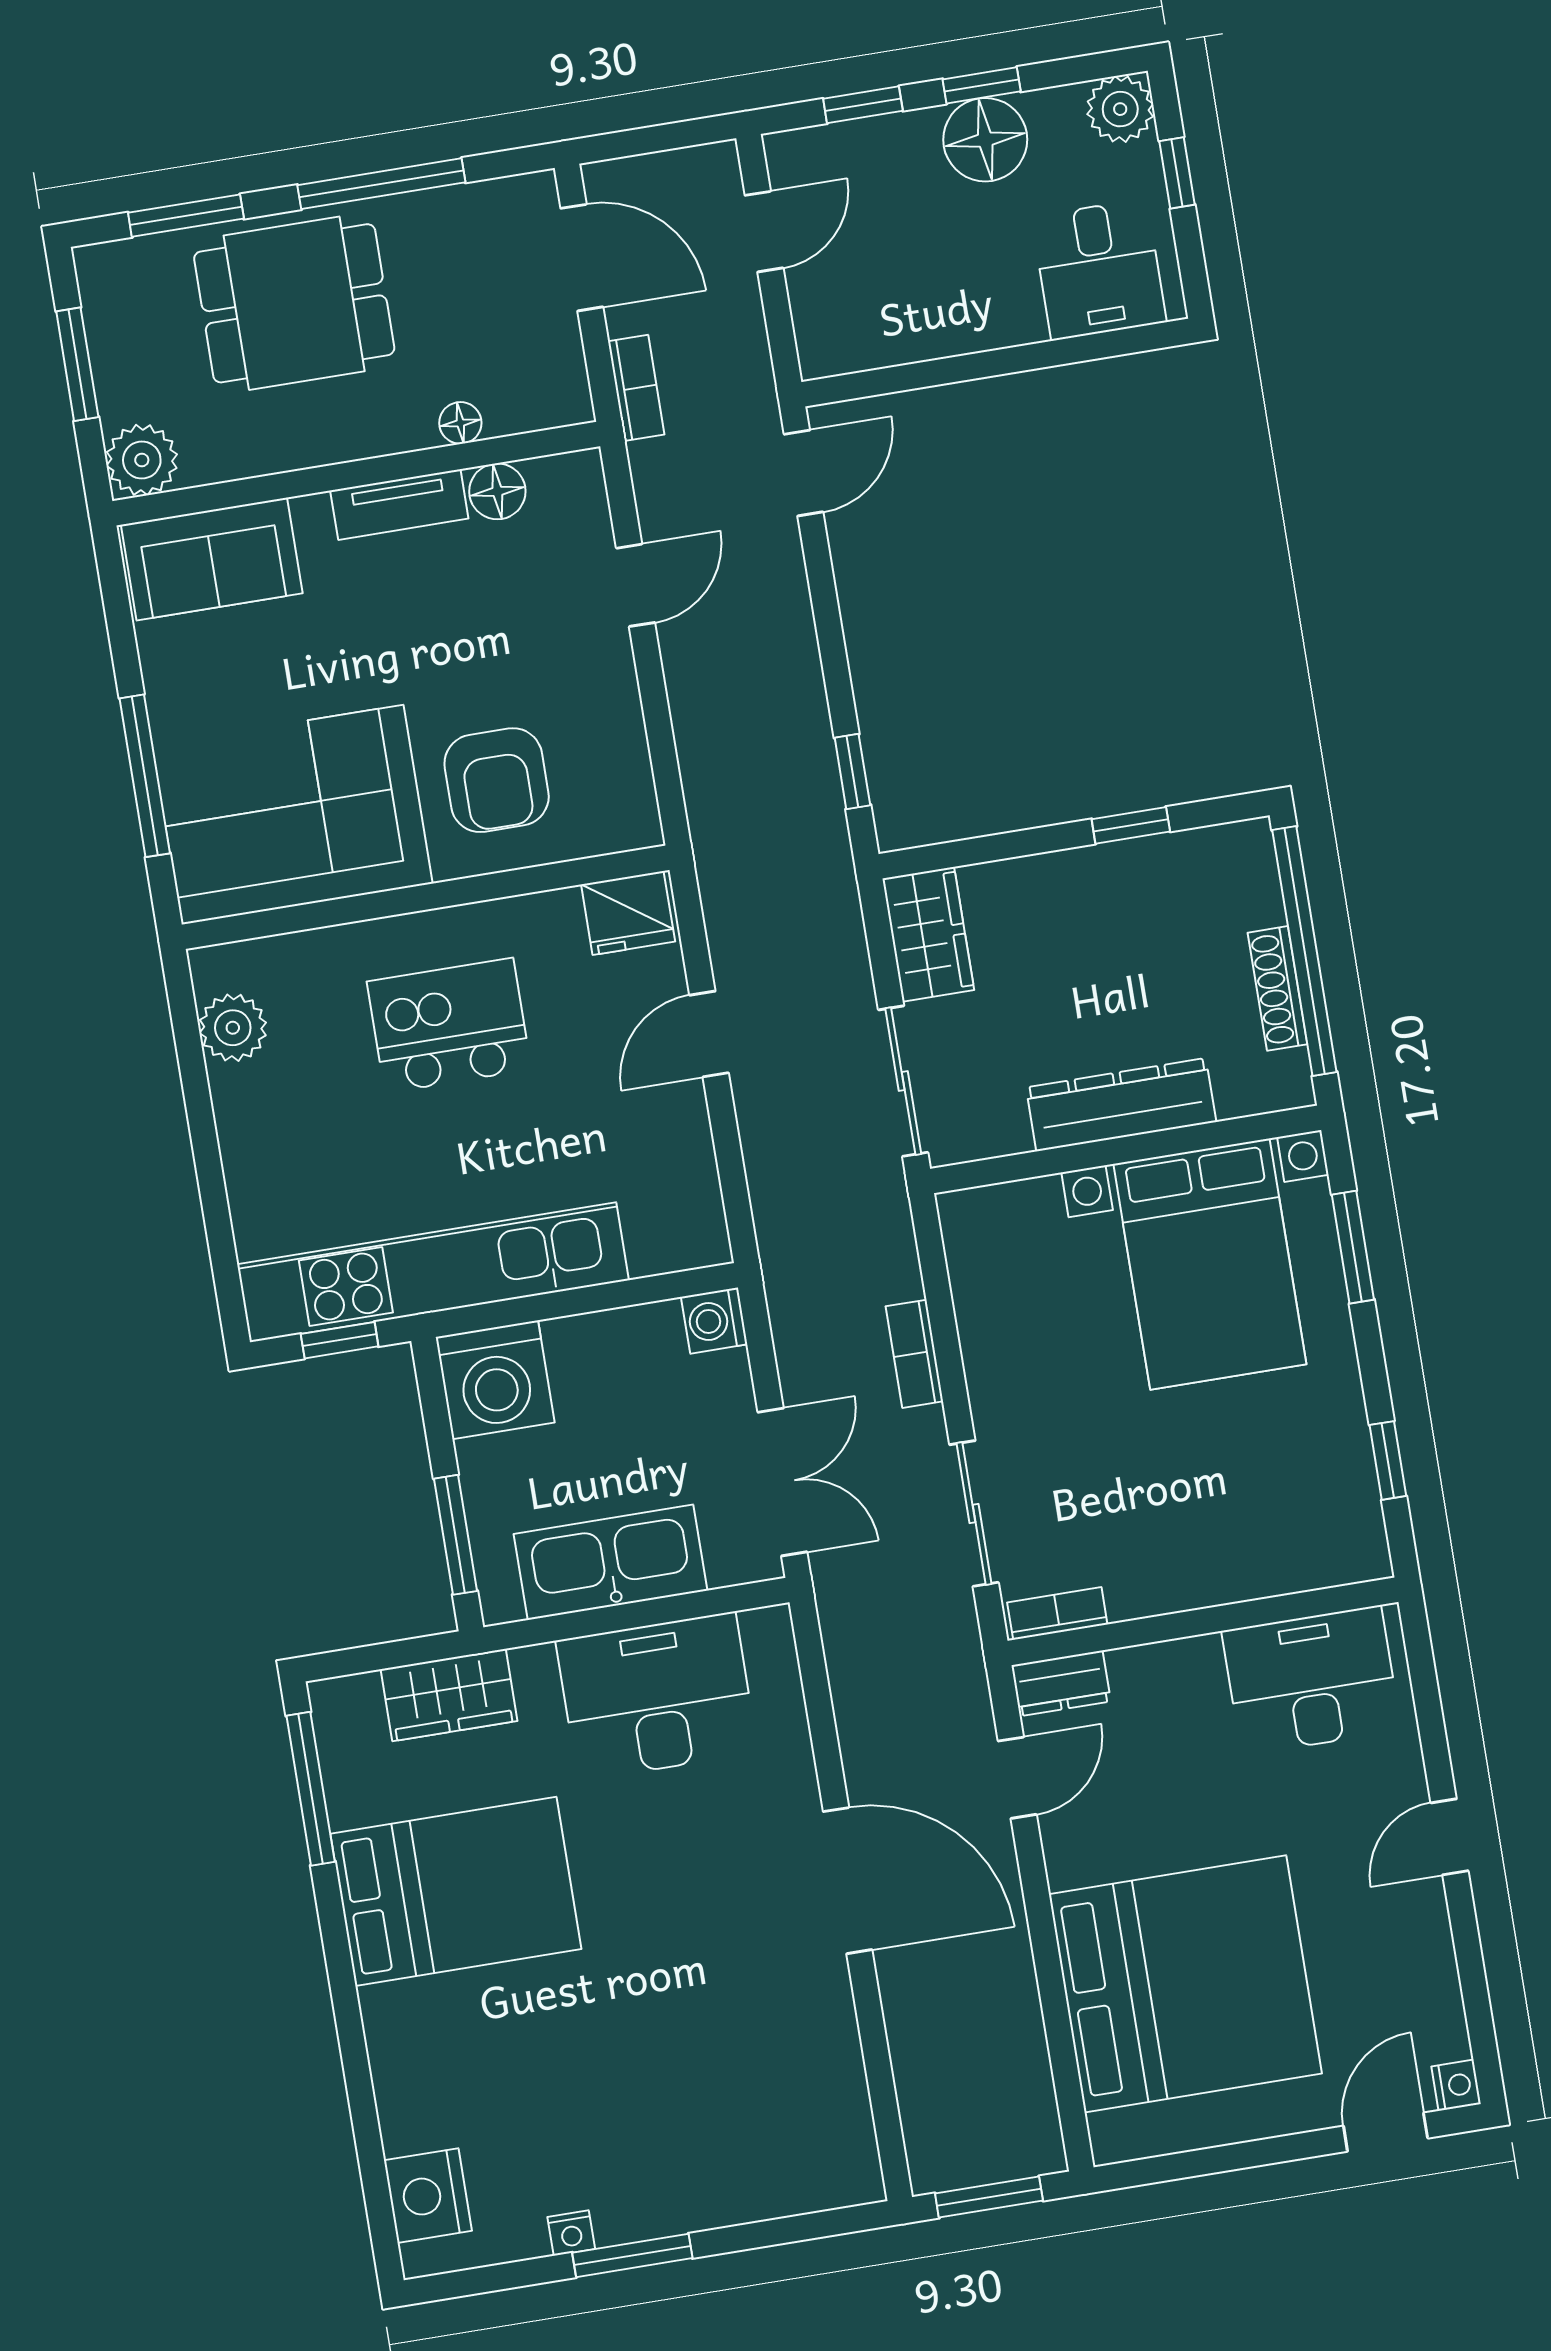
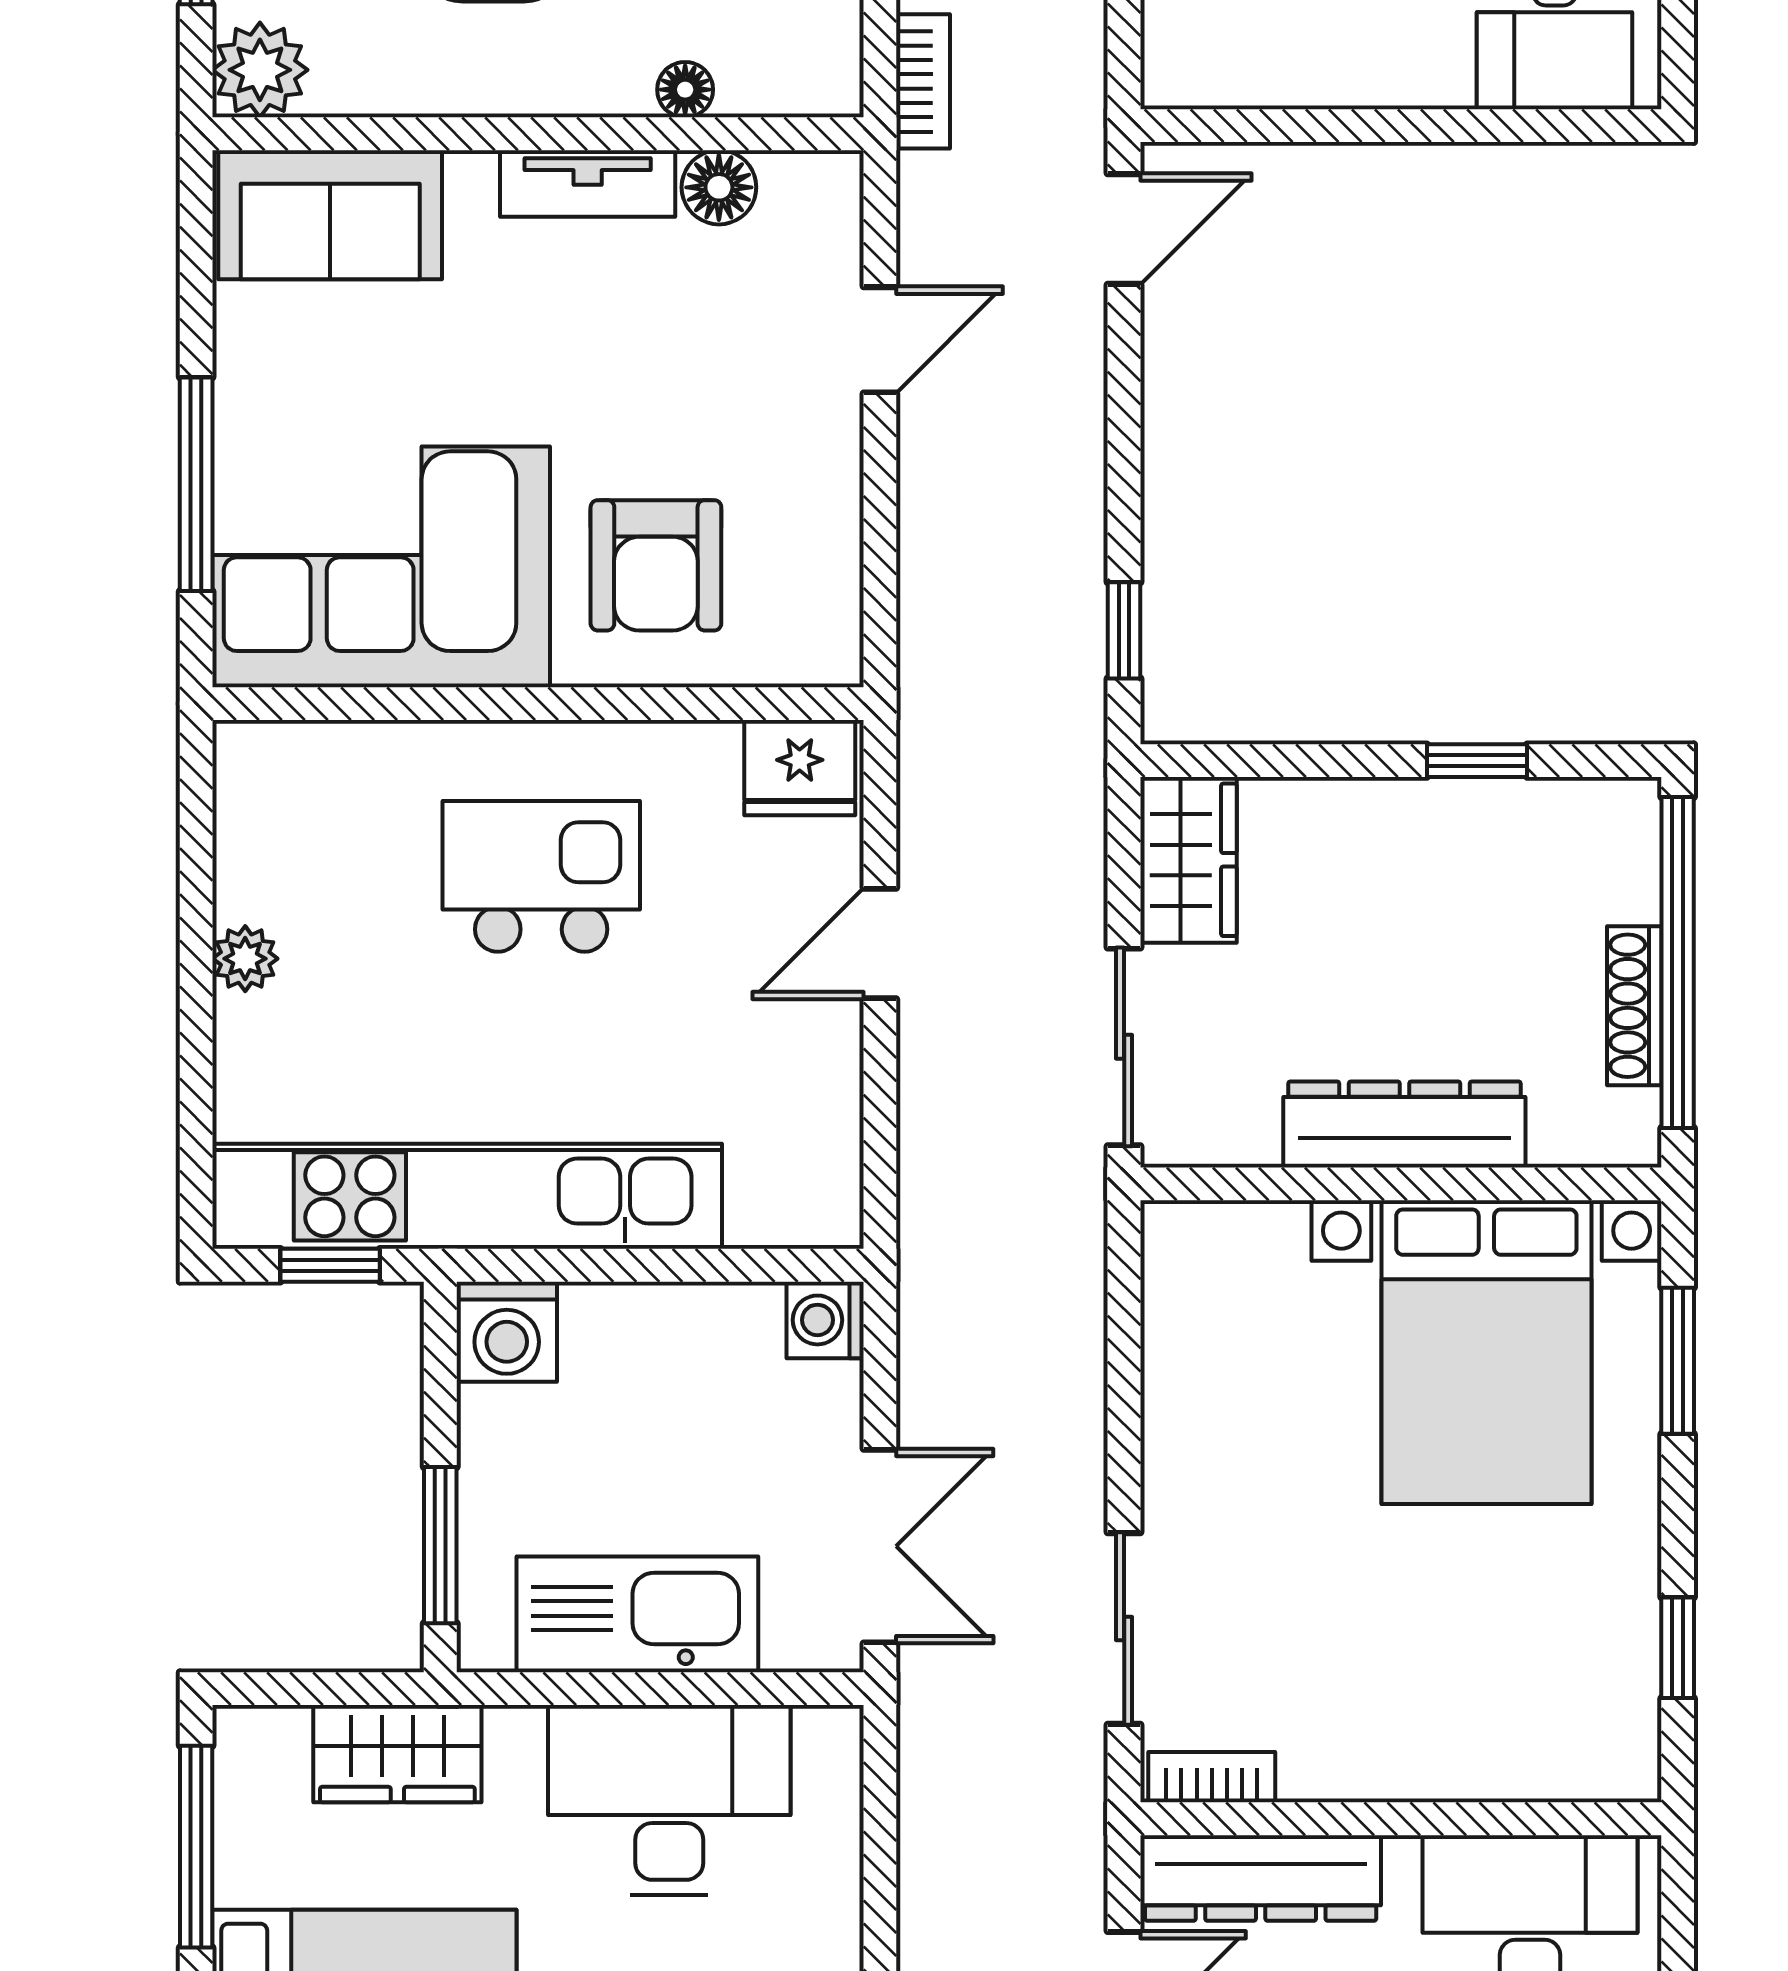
plant: (233, 1028) -> (245, 959), moved, width x0.73, depth x0.73
bookcase: (914, 1354) -> (1080, 1406), removed
washing machine: (495, 1380) -> (507, 1332), width x0.73, depth x0.73
dresser: (1061, 1683) -> (1261, 1878), width x1.96, depth x1.24

